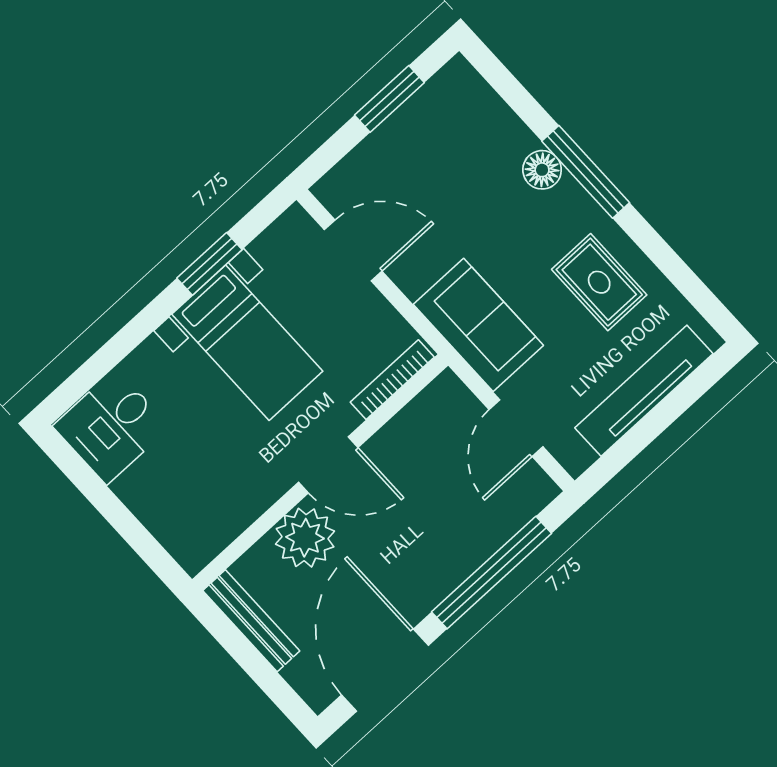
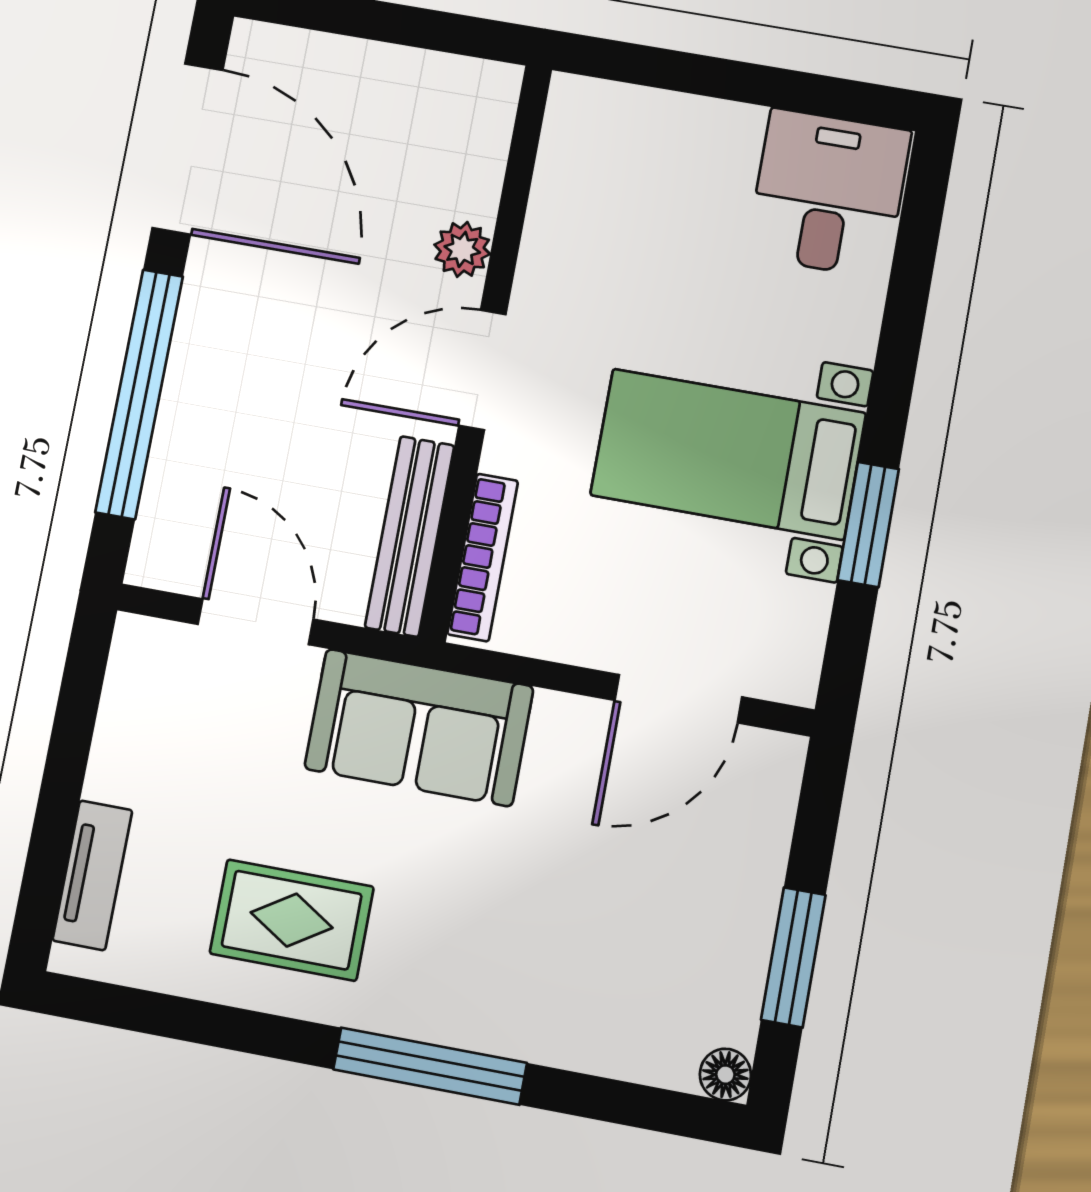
floor lamp: (542, 170) -> (725, 1075), moved, width x0.73, depth x0.73
tv unit: (644, 391) -> (92, 875), width x0.52, depth x0.78
plant: (305, 538) -> (462, 249), width x0.53, depth x0.53
bench: (251, 621) -> (410, 536), moved, turned 90

